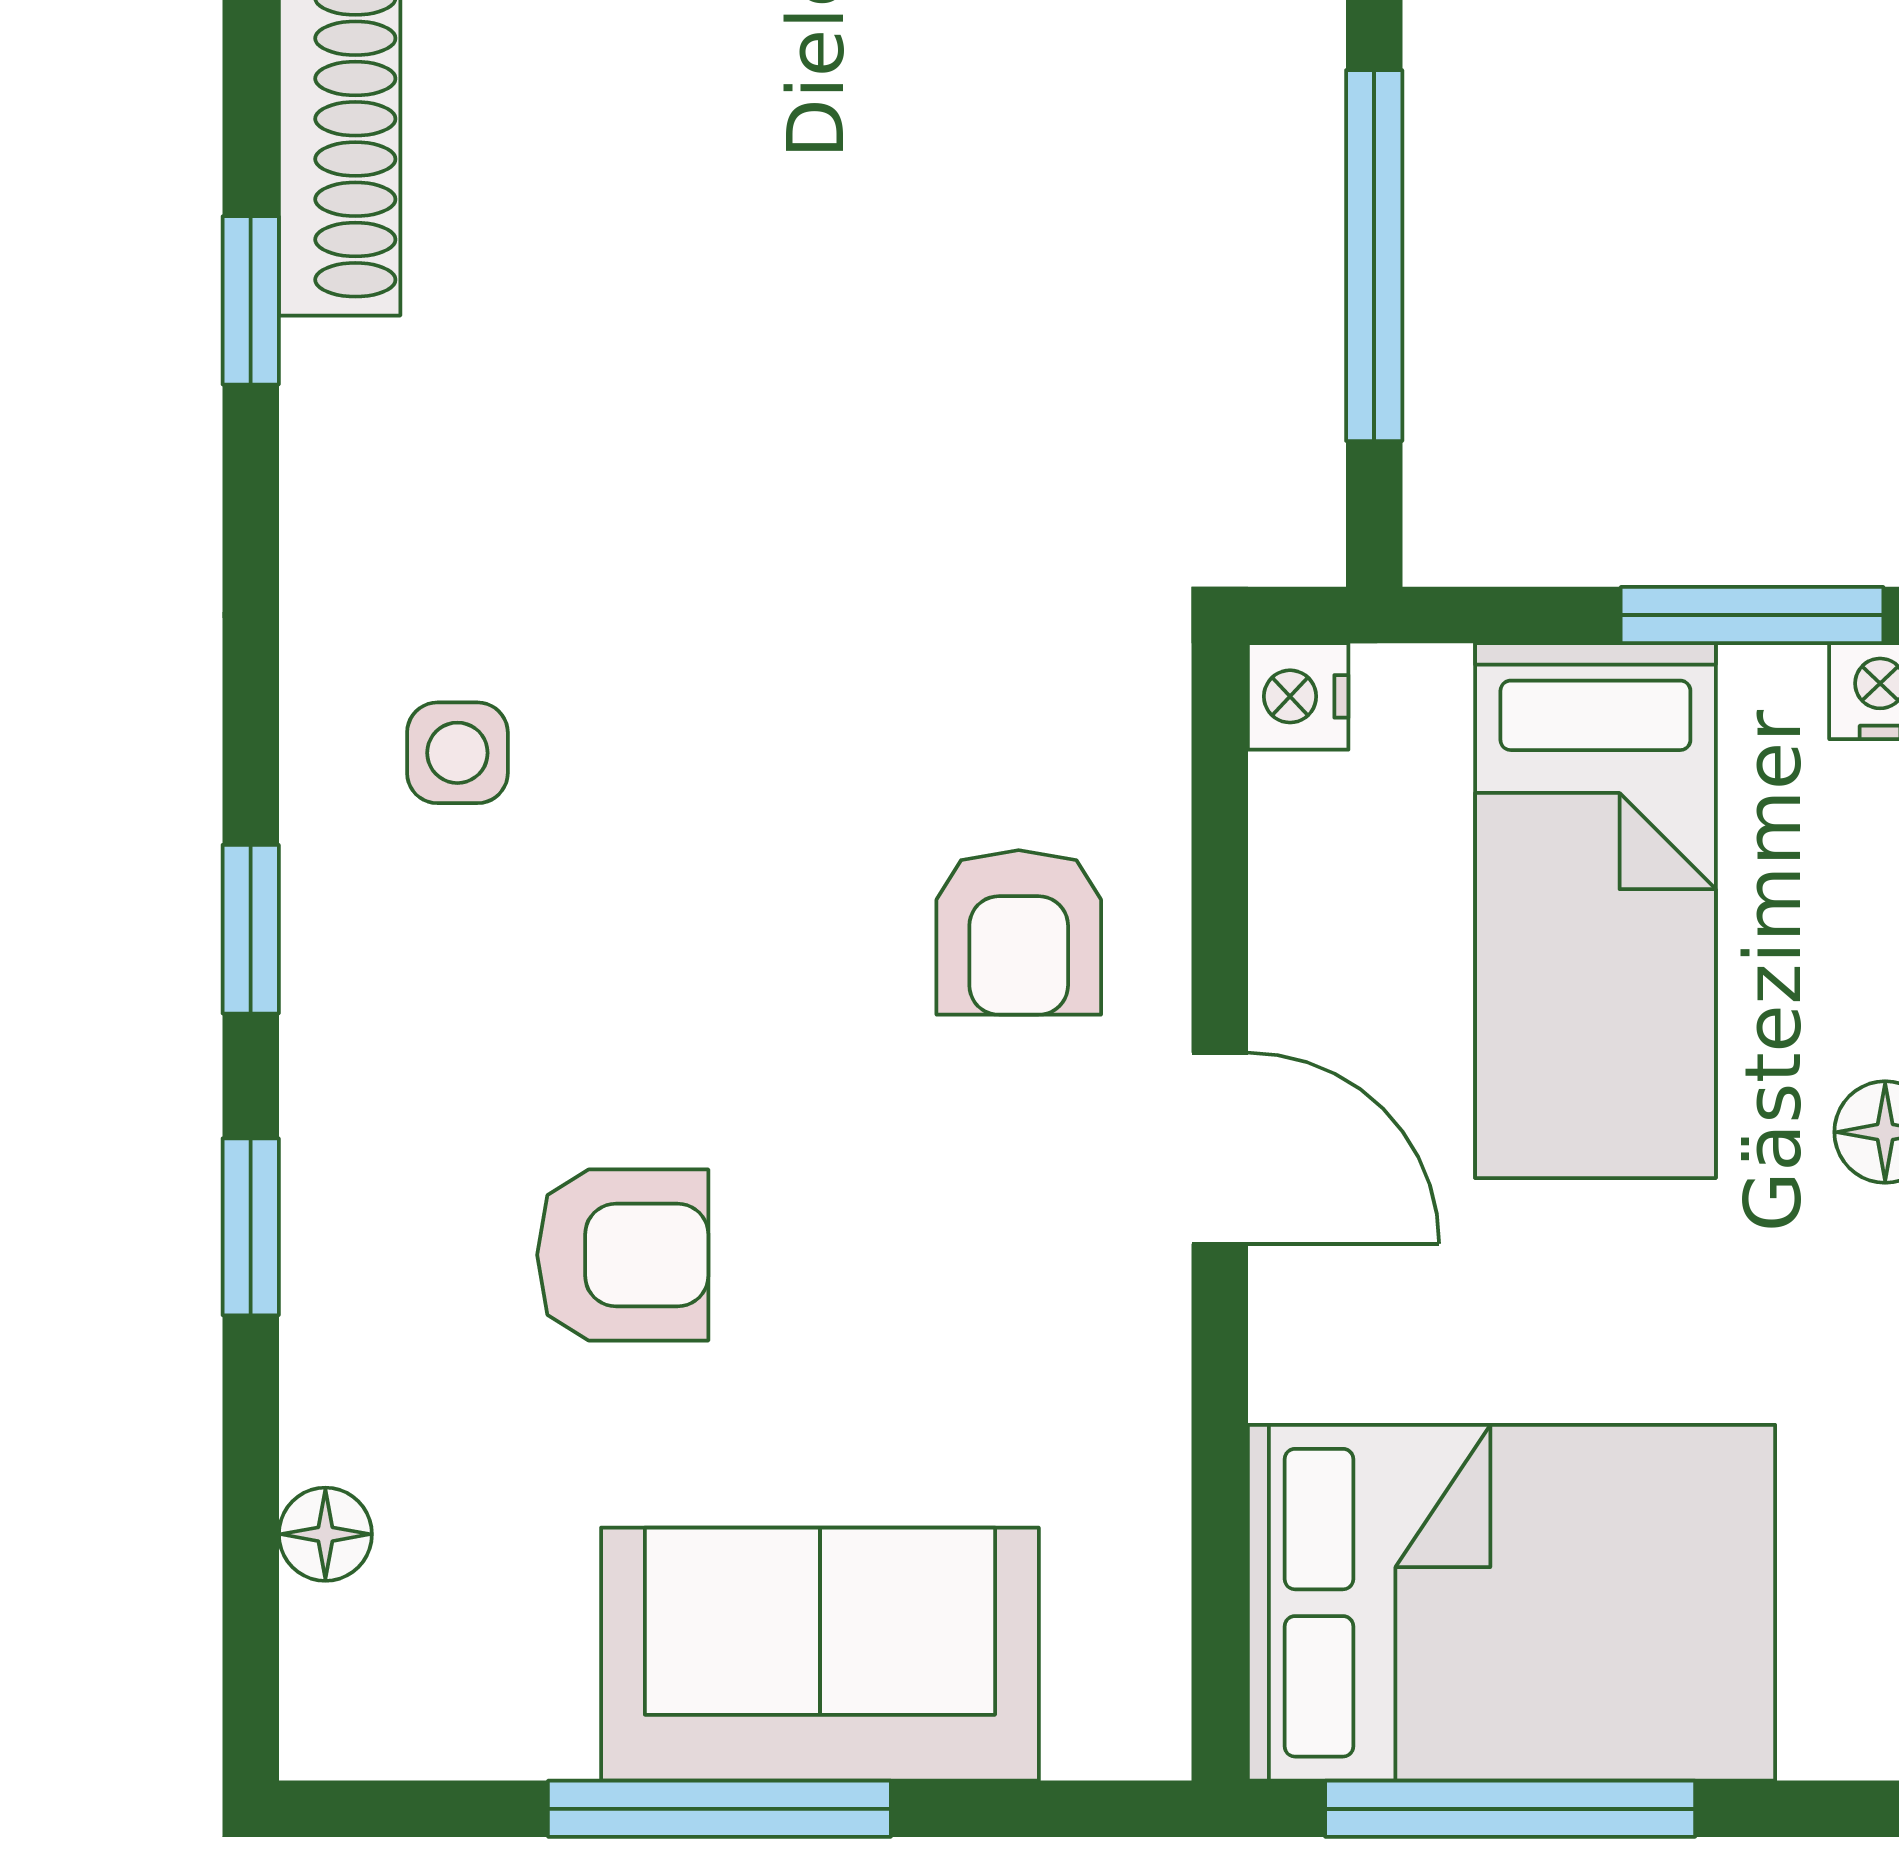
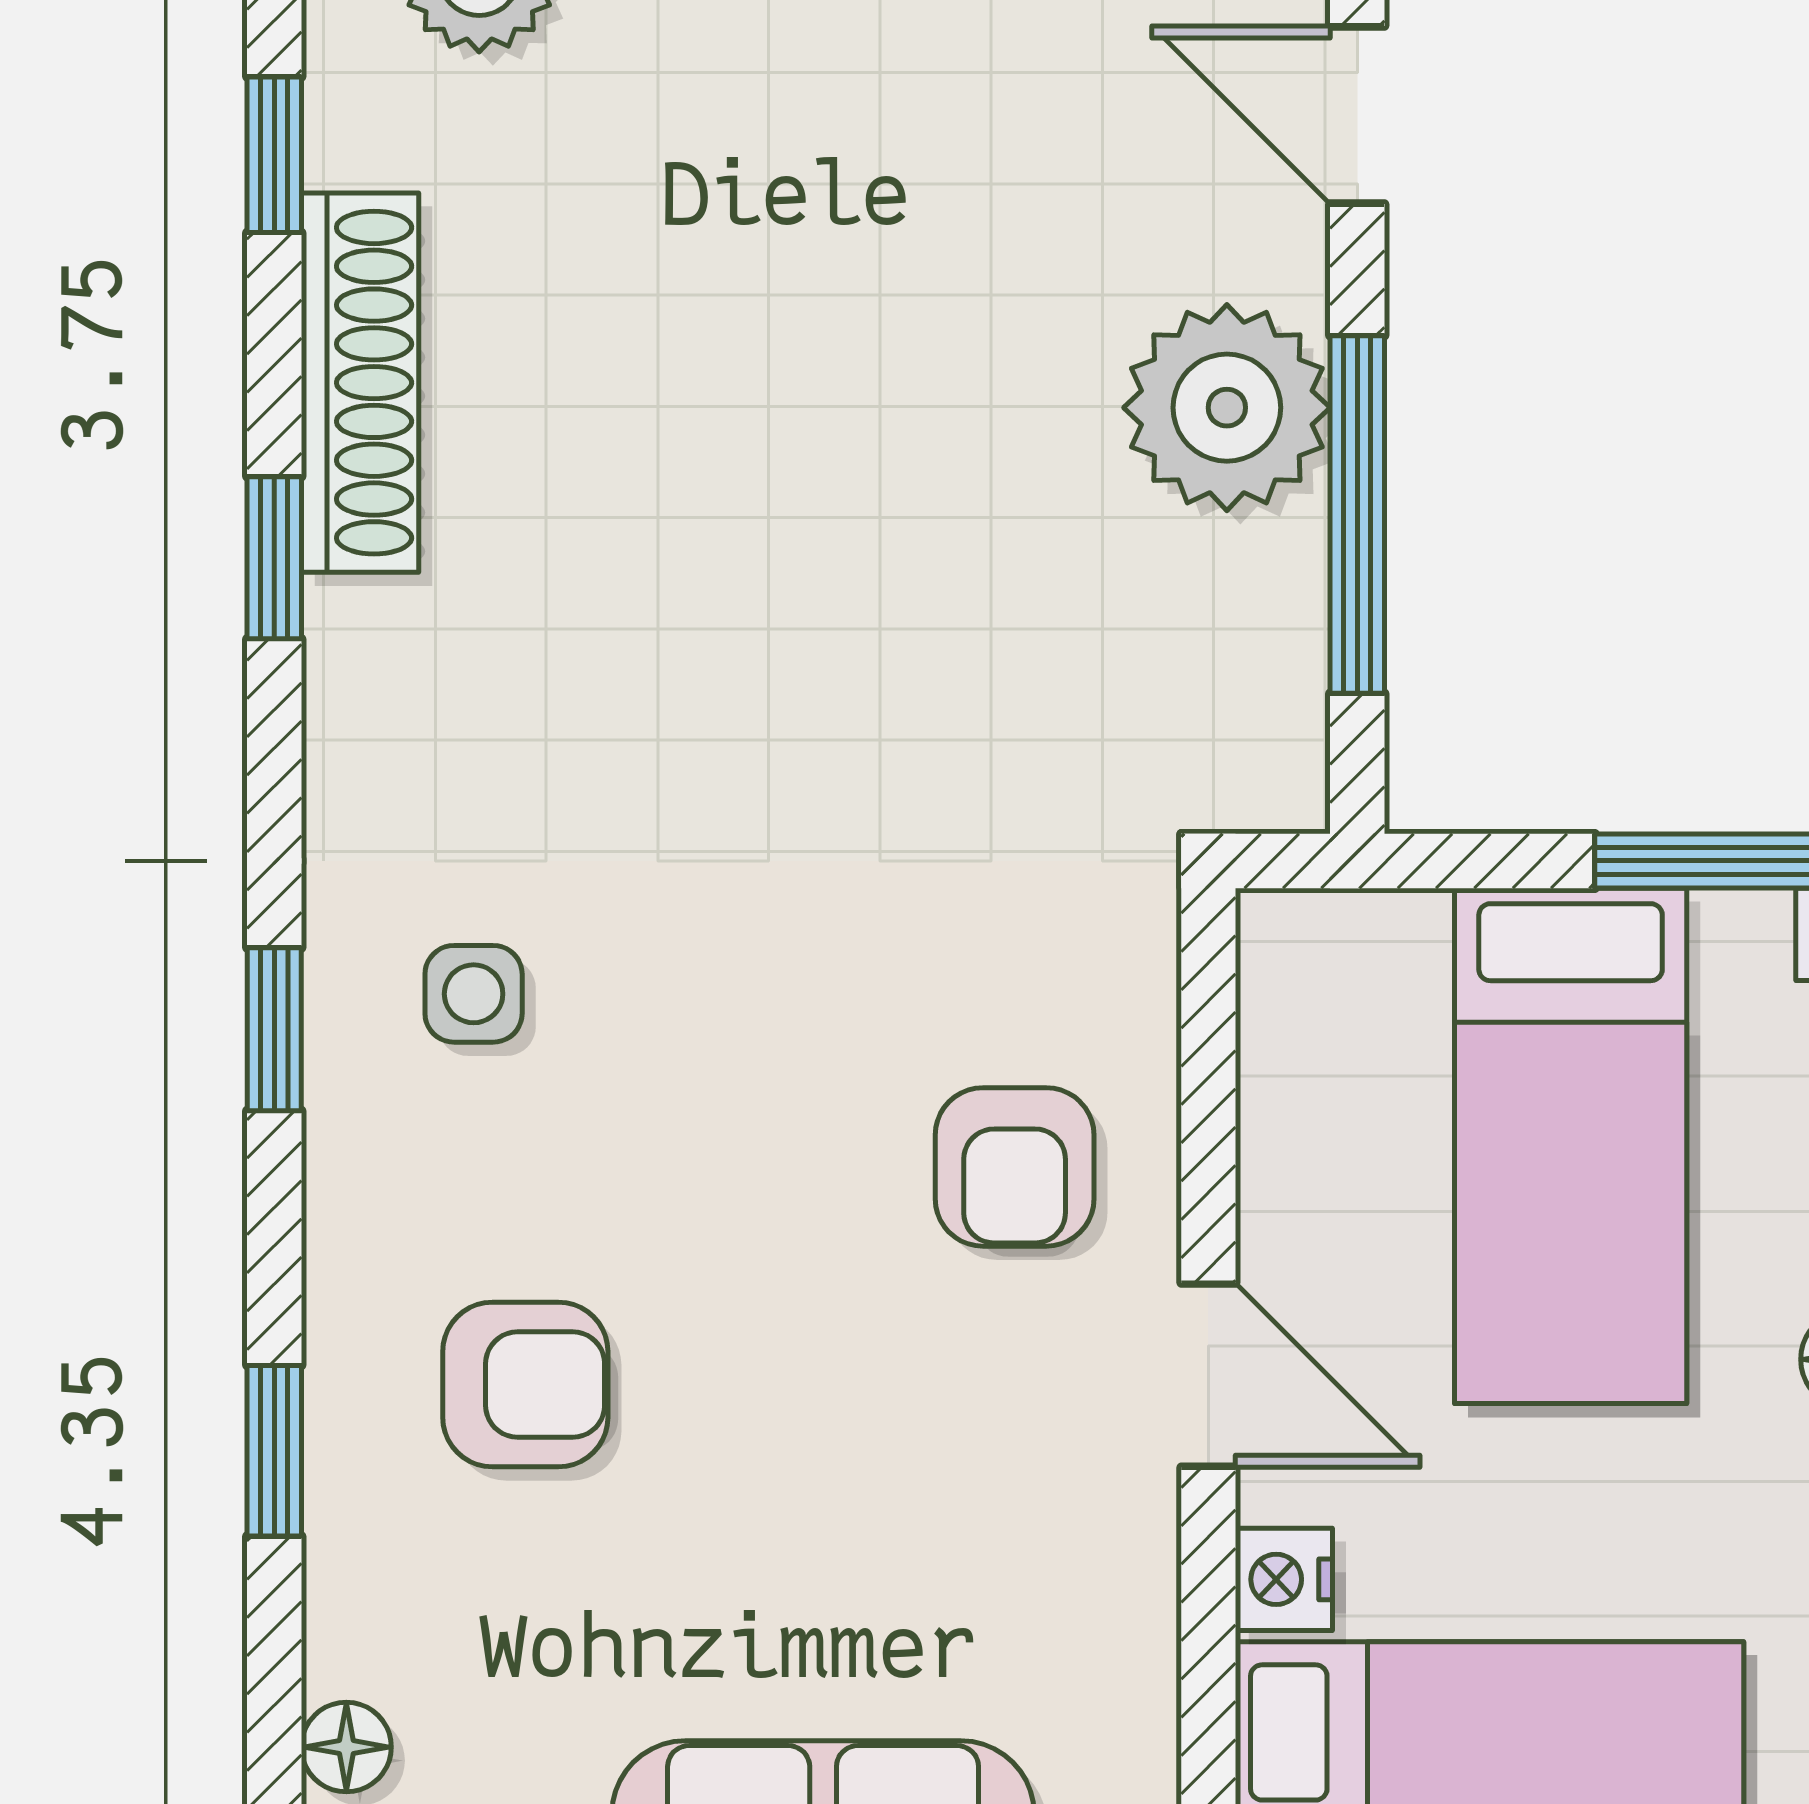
plant: (1239, 145) -> (1227, 408), added
nightstand: (1298, 696) -> (1284, 1579), moved
window: (251, 929) -> (274, 1029), moved
armchair: (623, 1255) -> (525, 1385), moved

